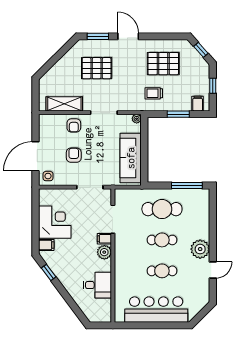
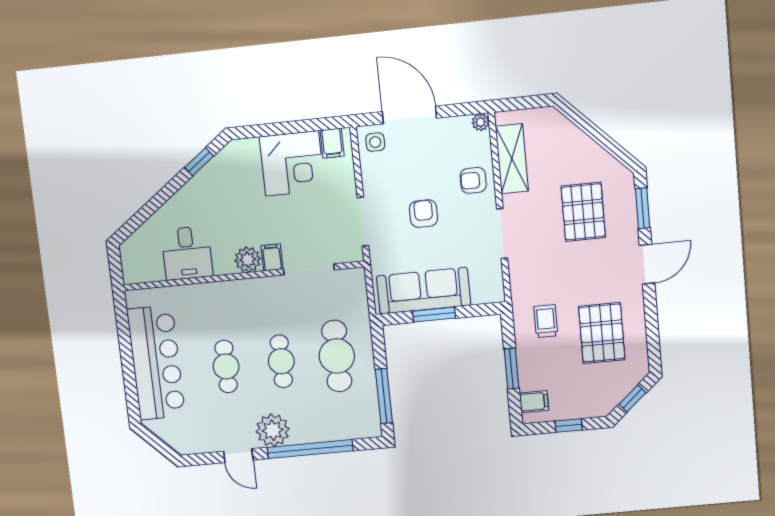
plant: (137, 119) -> (481, 122), moved
window: (144, 154) -> (434, 315), added
armchair: (74, 155) -> (424, 214), moved, turned -90
window: (213, 229) -> (310, 449), added
filing cabinet: (46, 245) -> (332, 143), moved

